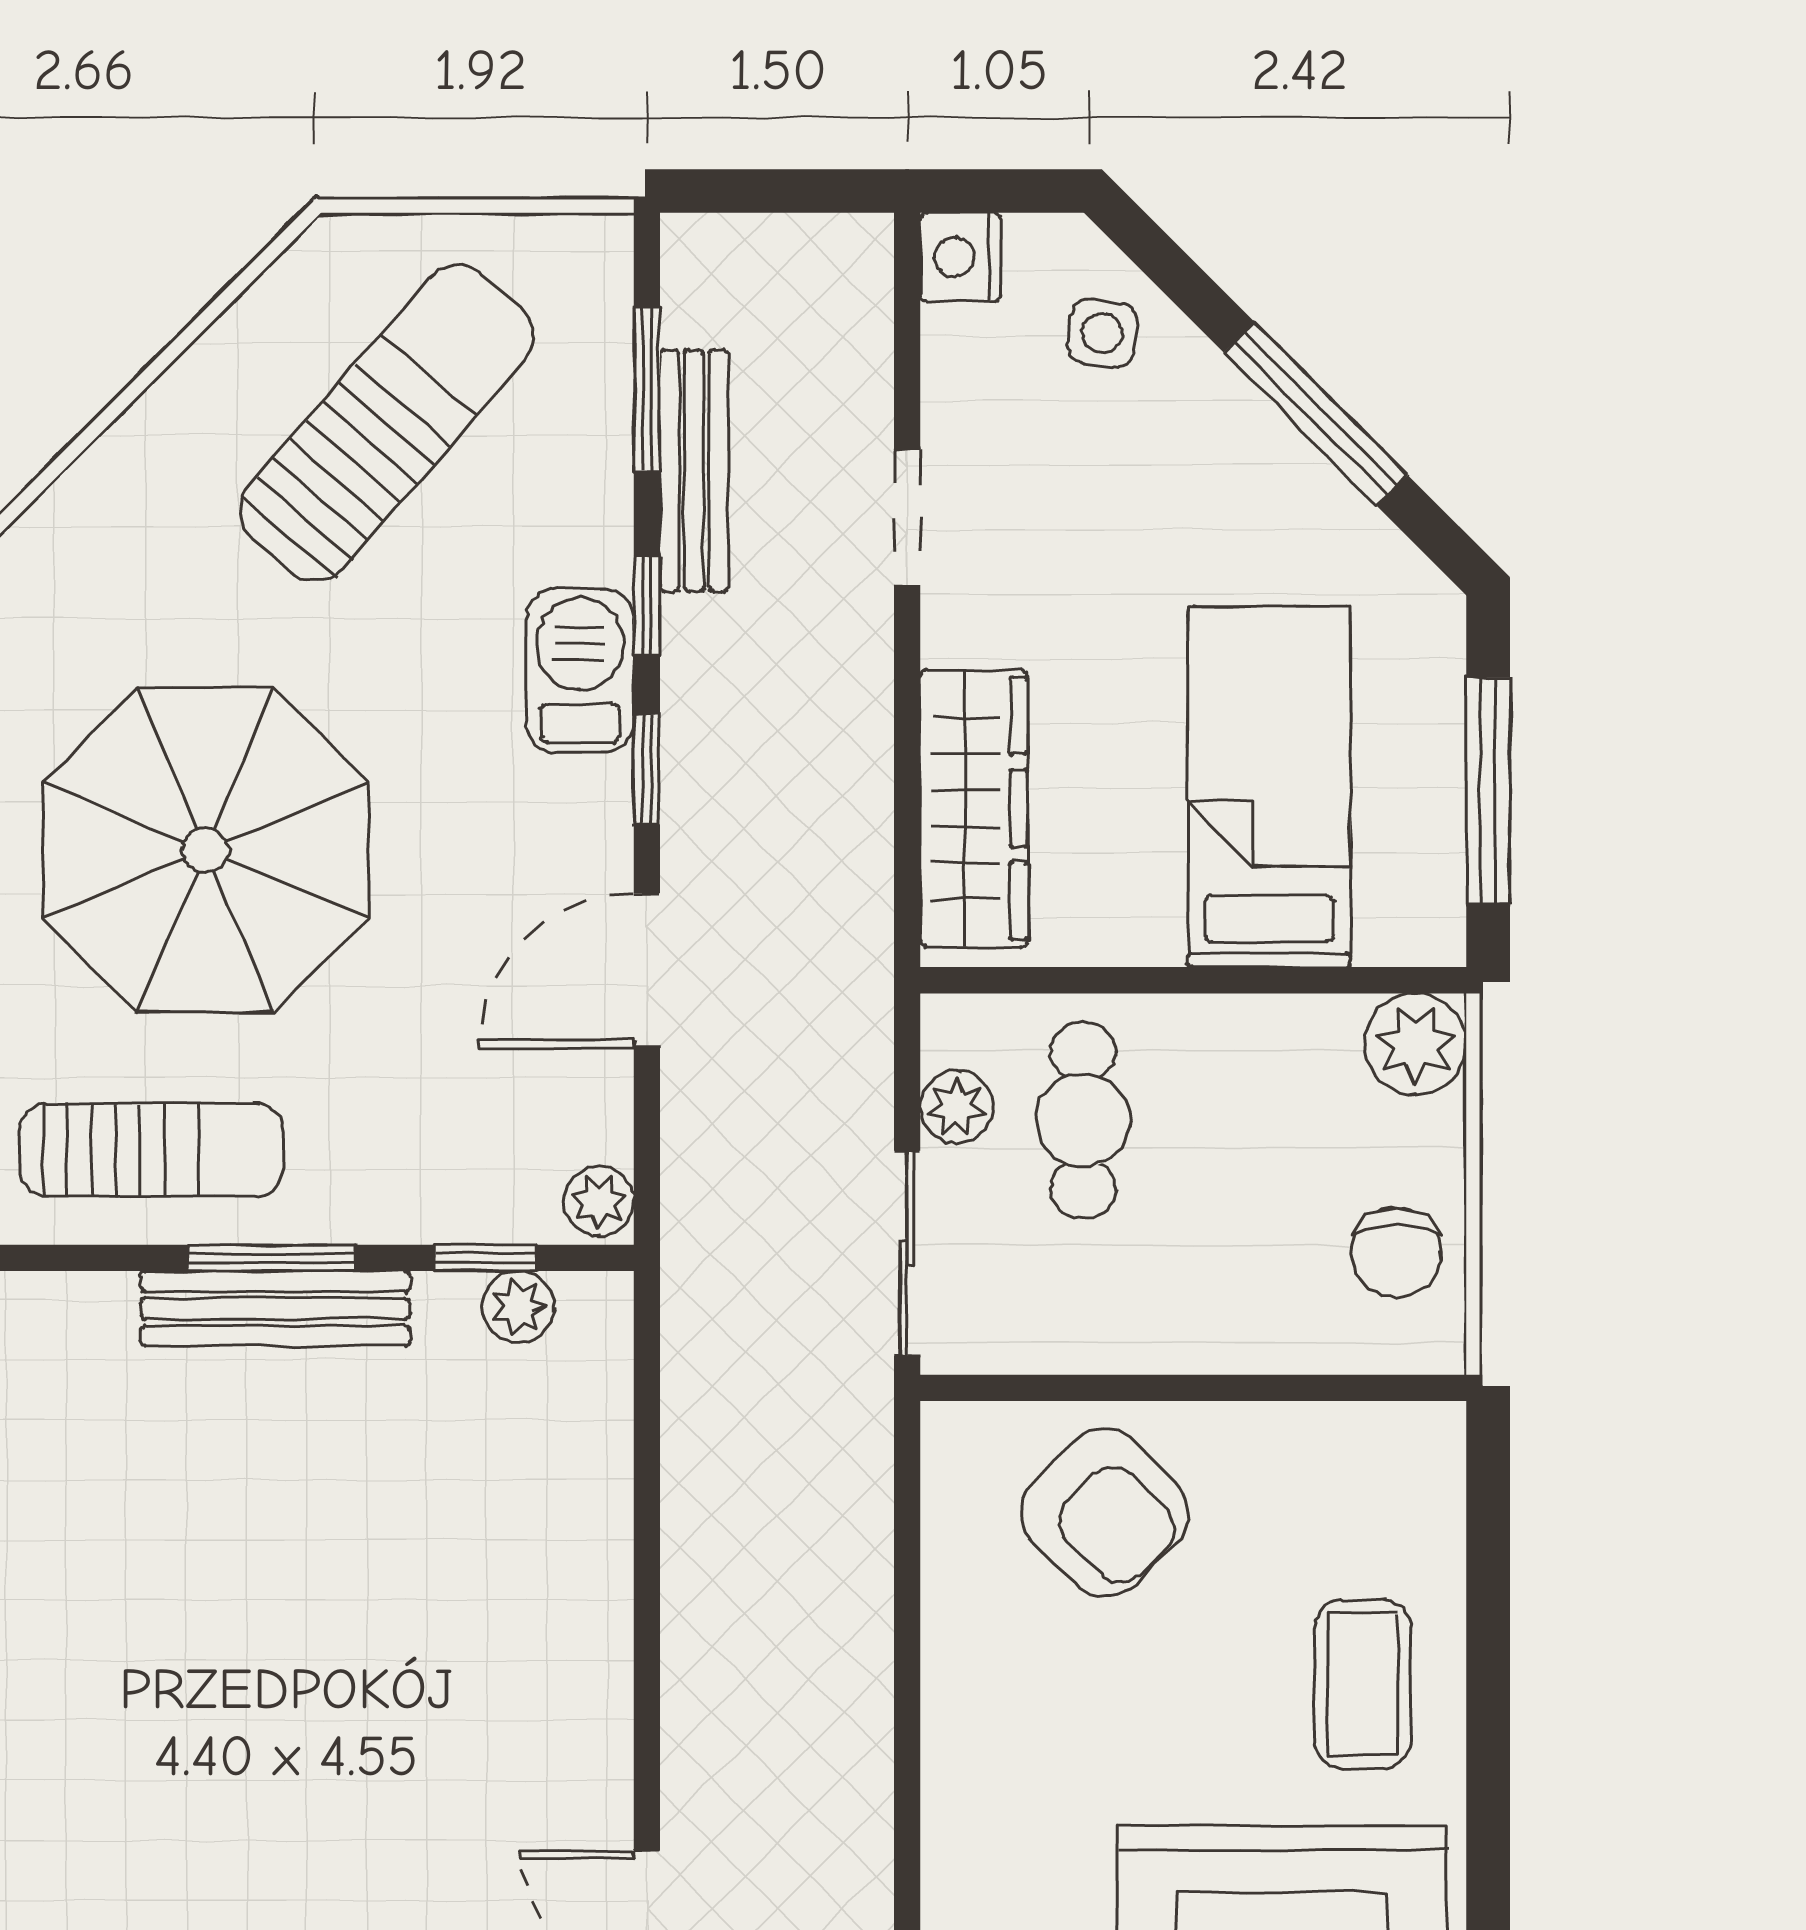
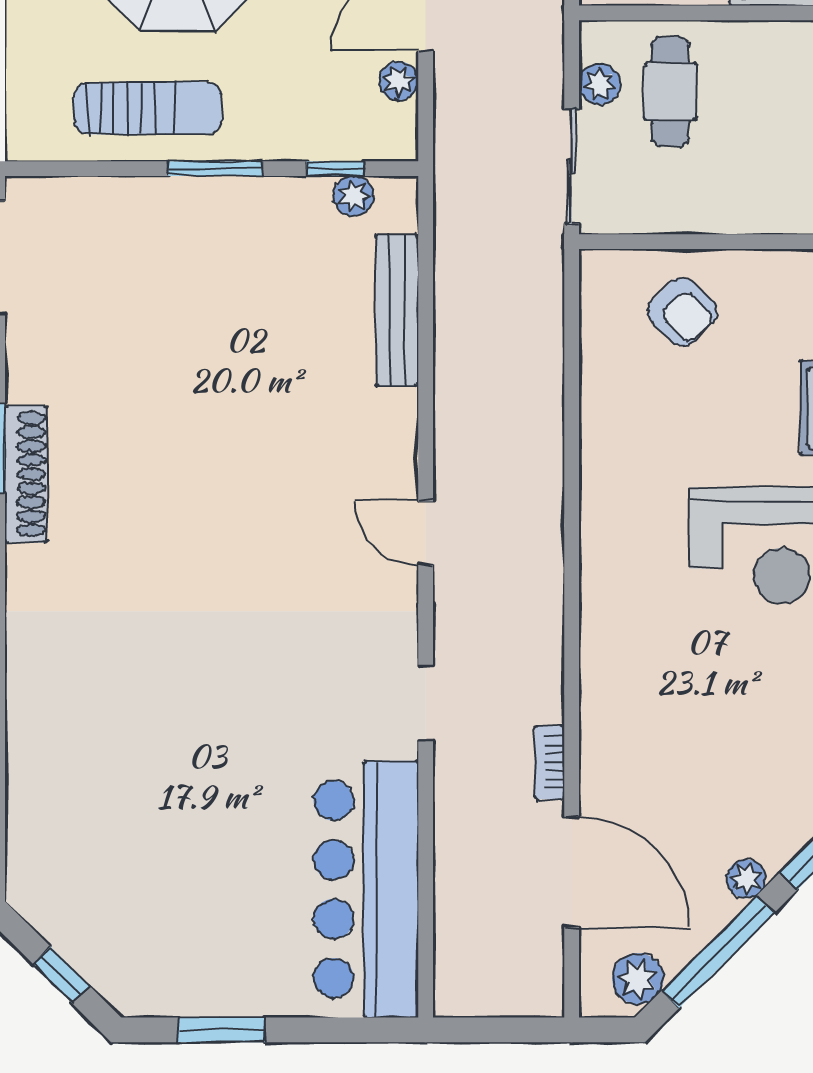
plant: (599, 1201) -> (399, 81), moved
bench: (275, 1309) -> (397, 310), moved, turned 90
armchair: (1104, 1513) -> (682, 312), width x0.72, depth x0.72

